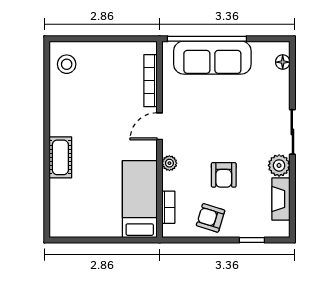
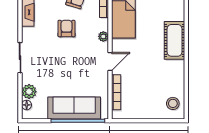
cot: (60, 157) -> (175, 40), width x1.37, depth x1.34
plant: (279, 165) -> (29, 92), moved

